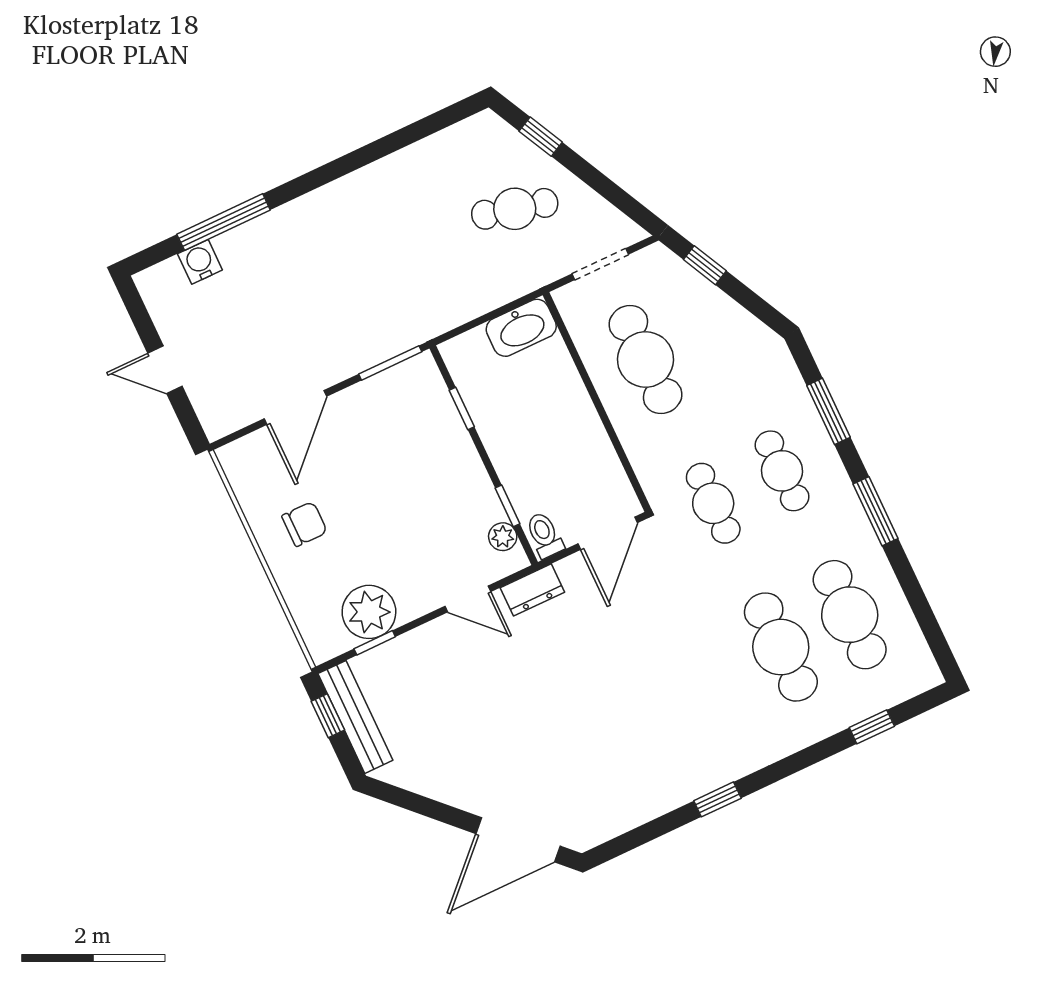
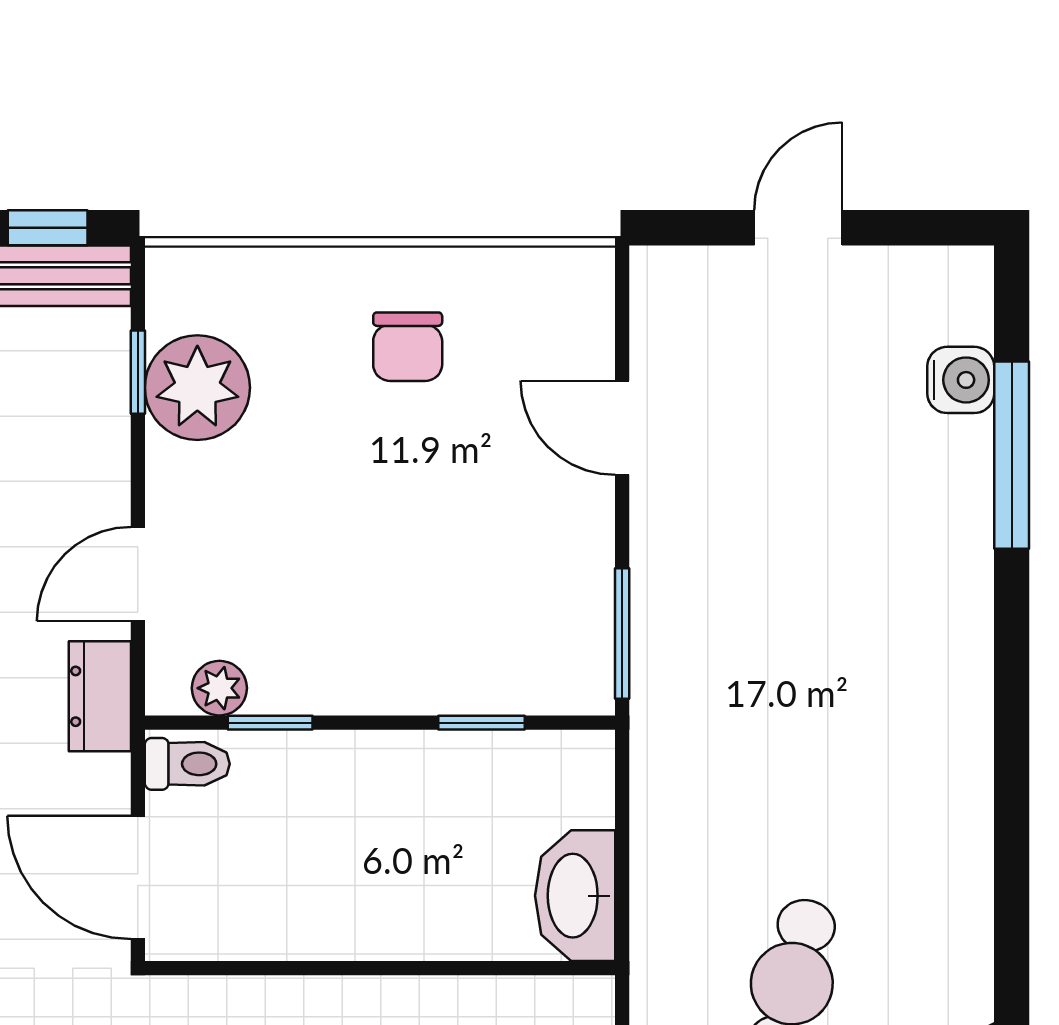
door: (295, 408) -> (622, 428), width x0.73

